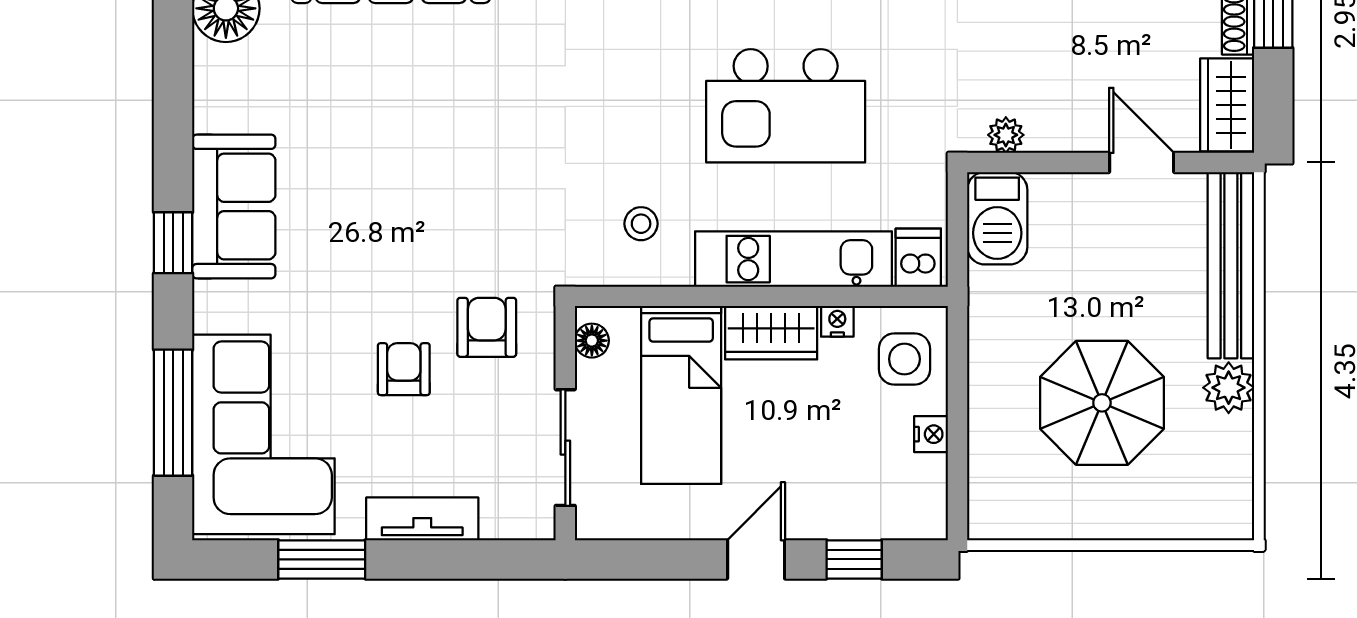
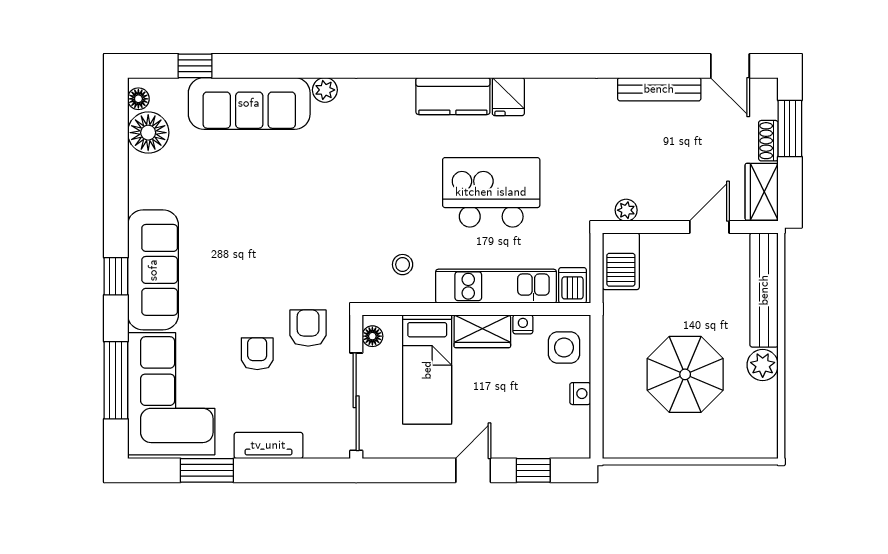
kitchen island: (786, 106) -> (491, 192), turned 180
door: (1142, 162) -> (709, 227), hinge flipped
sofa: (234, 206) -> (153, 270), width x1.36
sliding door: (565, 448) -> (356, 402), width x1.37

